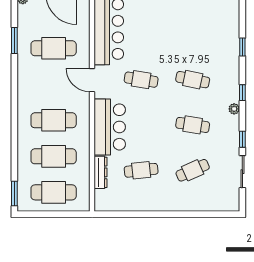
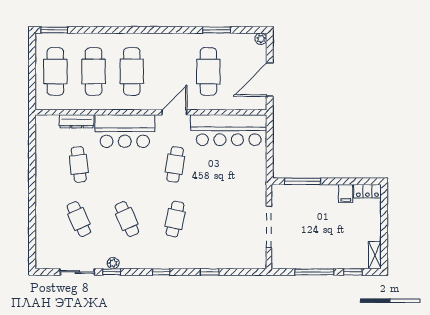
plant: (234, 109) -> (113, 263), moved
cafe table: (193, 125) -> (127, 219), turned -33

